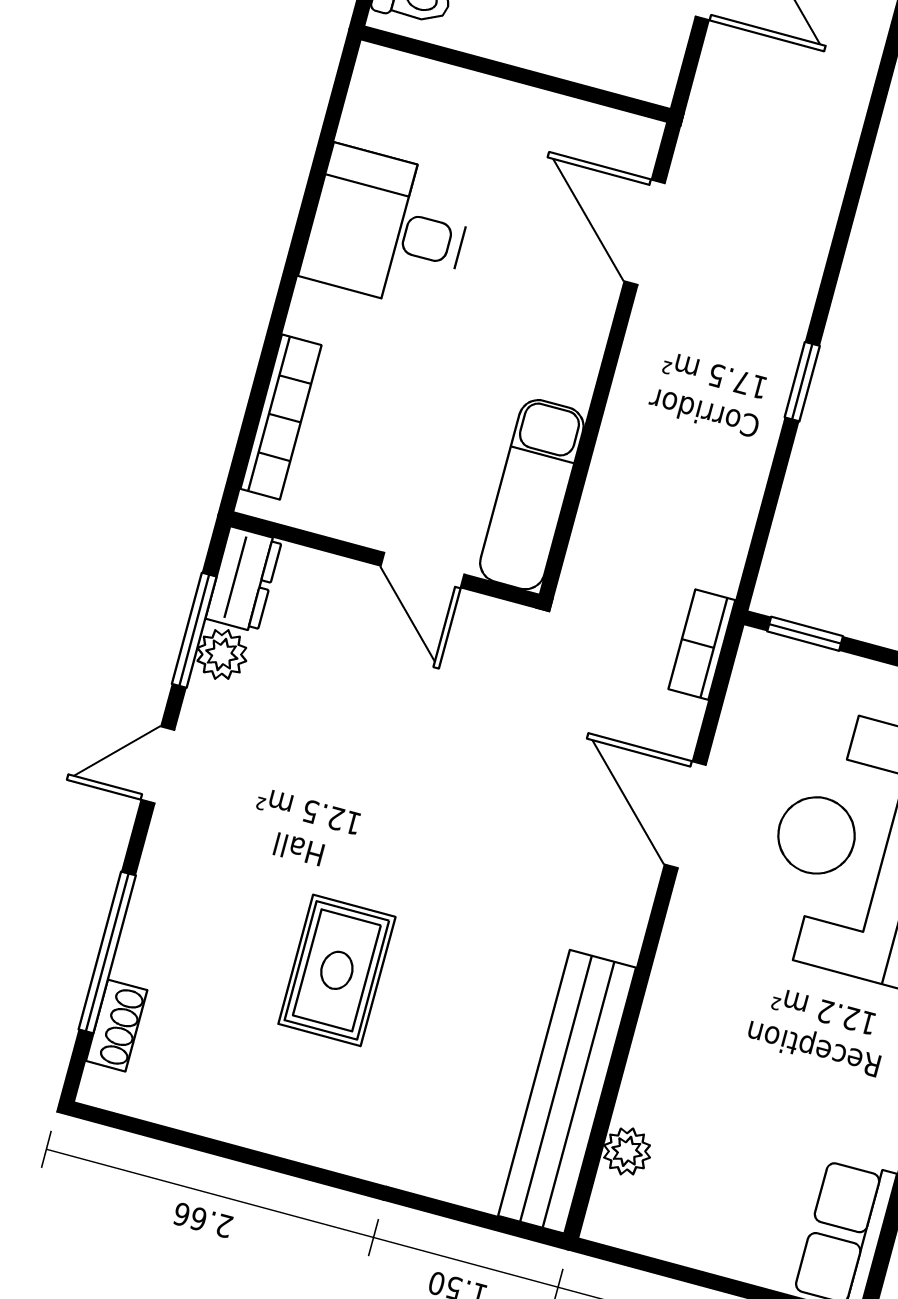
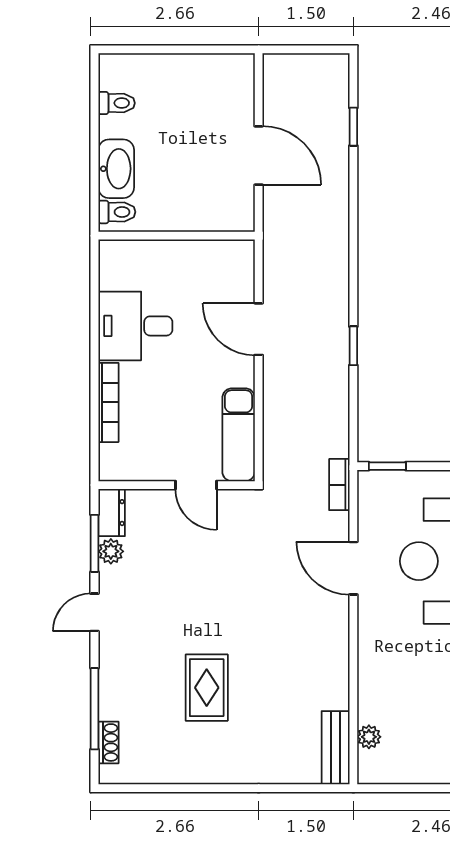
door: (645, 232) -> (259, 329), moved
bookcase: (281, 417) -> (108, 402), moved
bench: (567, 1092) -> (336, 748), width x0.54, depth x0.82

